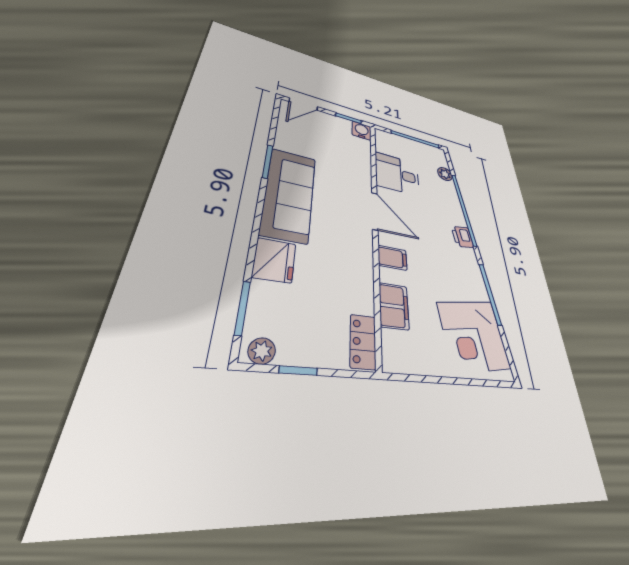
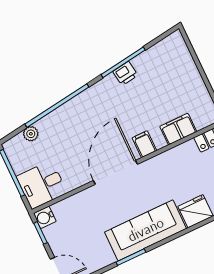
desk: (397, 174) -> (42, 185), moved, turned 90
door: (375, 211) -> (115, 172), width x1.36
printer: (462, 237) -> (125, 73), moved
corner desk: (474, 335) -> (164, 67), removed

